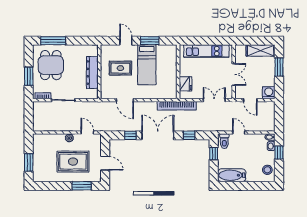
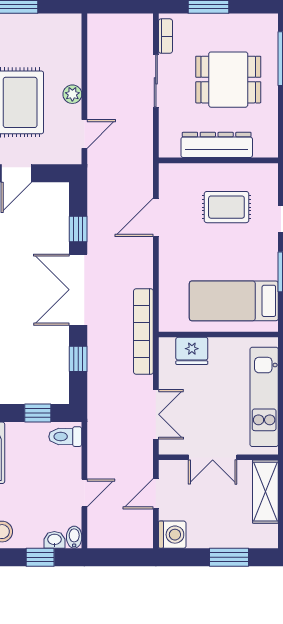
shelving: (261, 50) -> (265, 492), moved
dining table: (51, 65) -> (228, 80), moved
bed: (147, 65) -> (234, 301), moved
rug: (120, 68) -> (226, 207), turned 90
door: (239, 132) -> (84, 493), moved
double door: (158, 135) -> (78, 290), swing flipped

